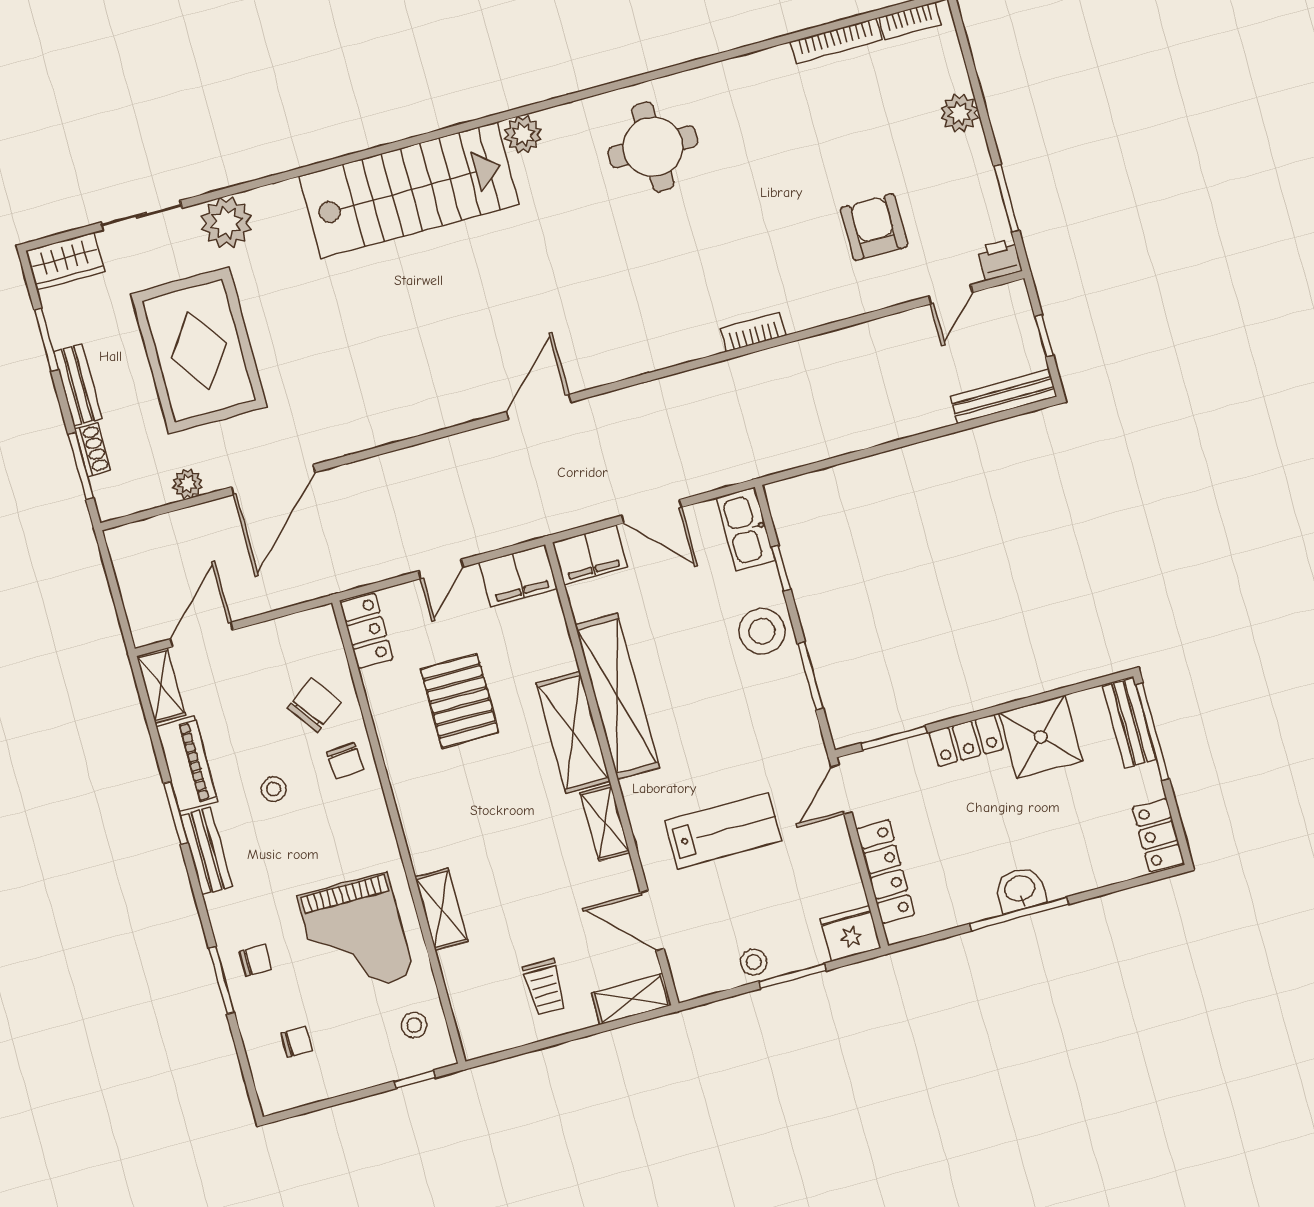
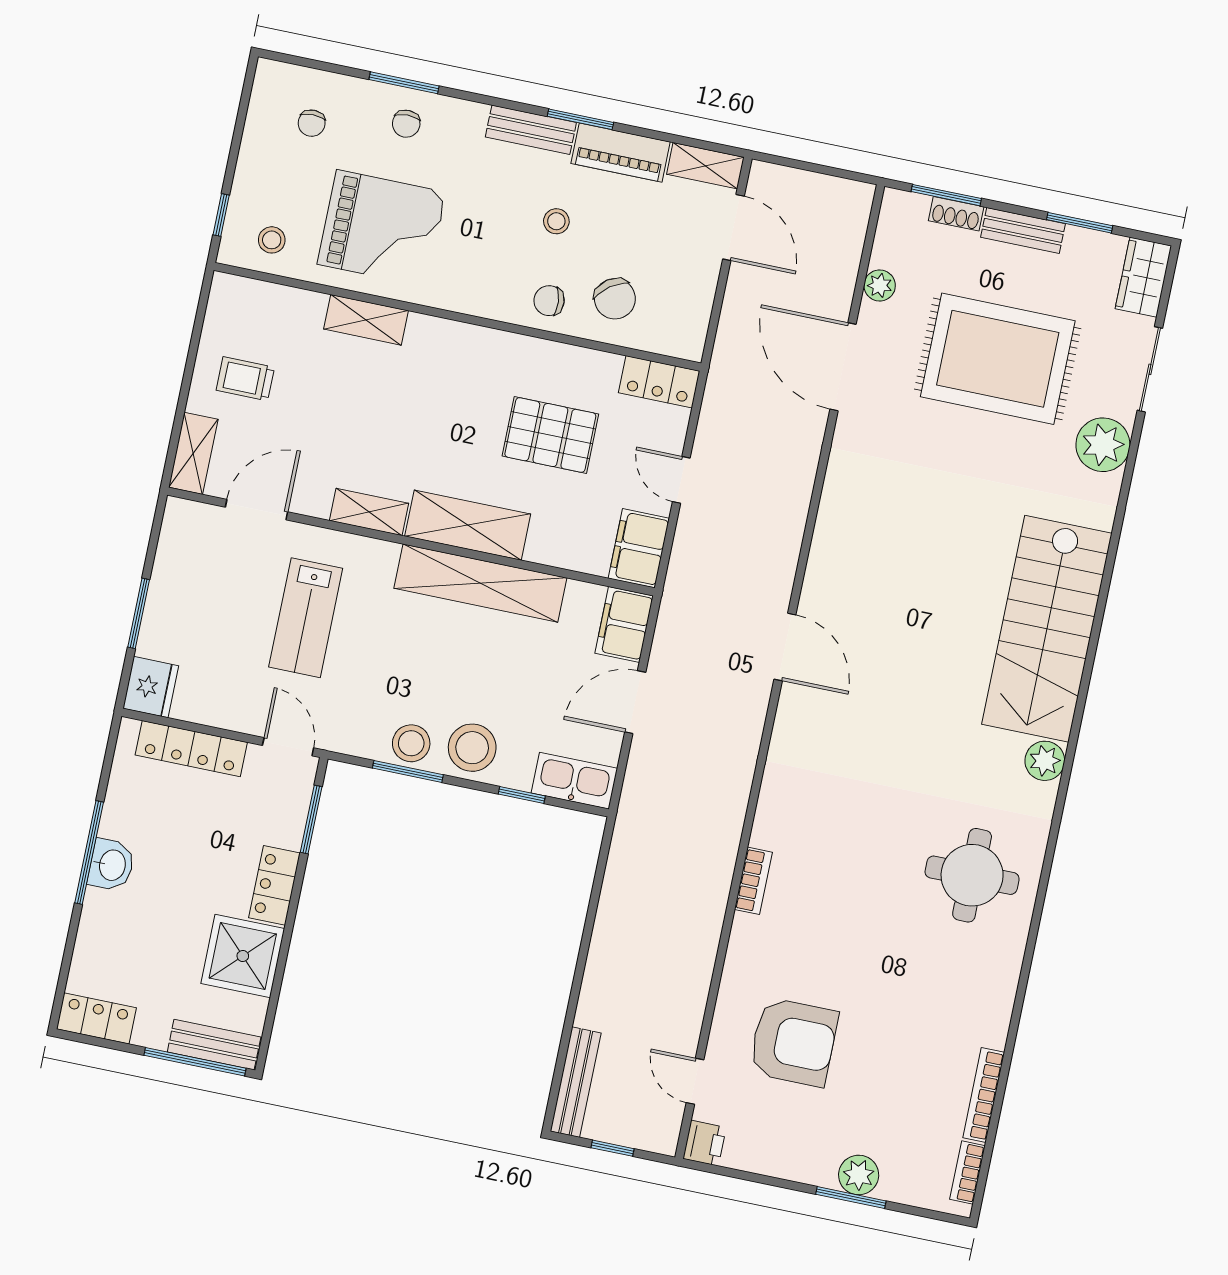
window: (1006, 198) -> (851, 1198), moved
armchair: (874, 227) -> (793, 1042), width x1.36, depth x1.36
grand piano: (356, 936) -> (382, 228), turned 180
stool: (754, 962) -> (411, 743), moved, width x1.37, depth x1.37

